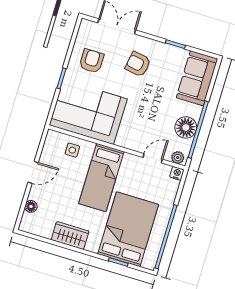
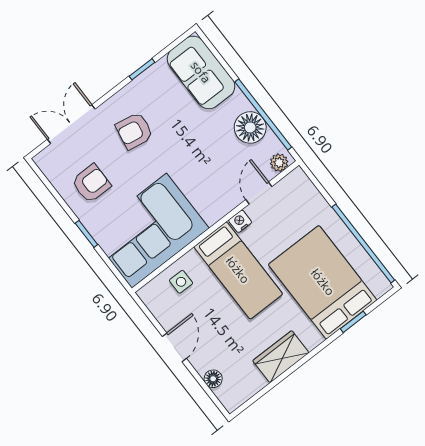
armchair: (92, 61) -> (91, 183), turned 90
nightstand: (177, 173) -> (240, 221), moved

